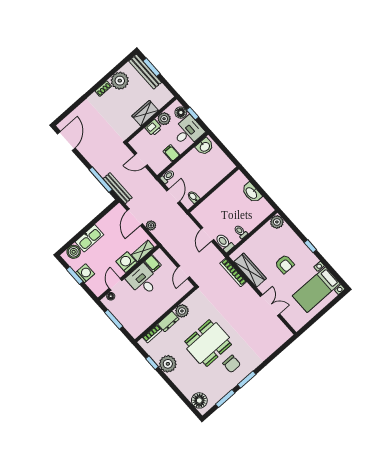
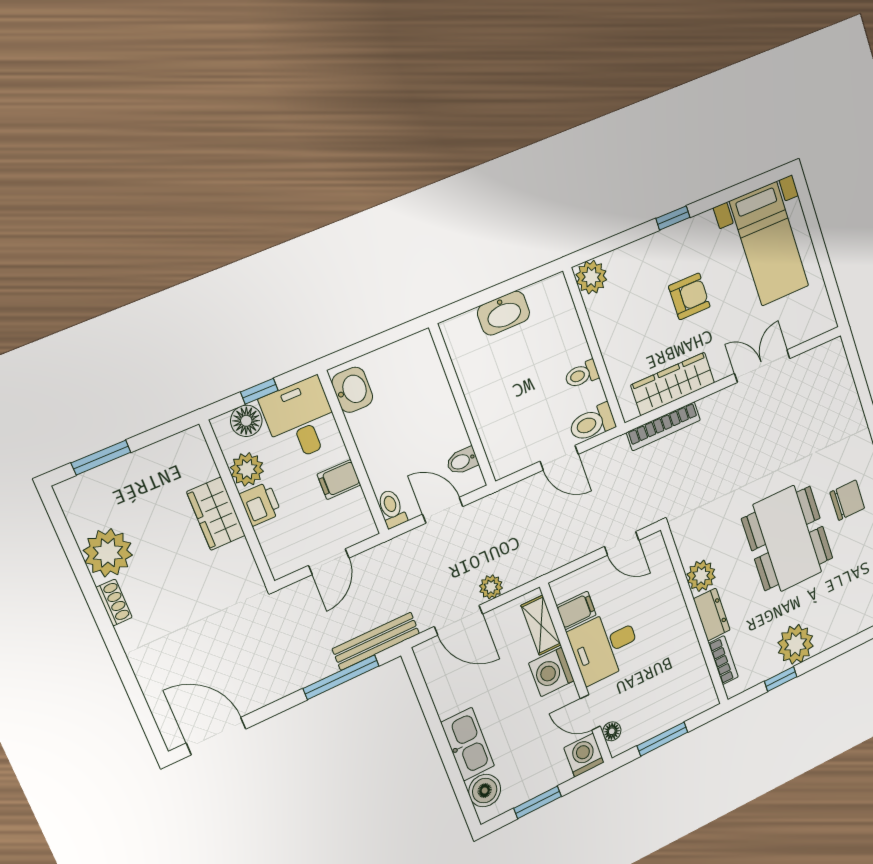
bench: (145, 72) -> (107, 478), removed
washing machine: (85, 273) -> (584, 755), moved

